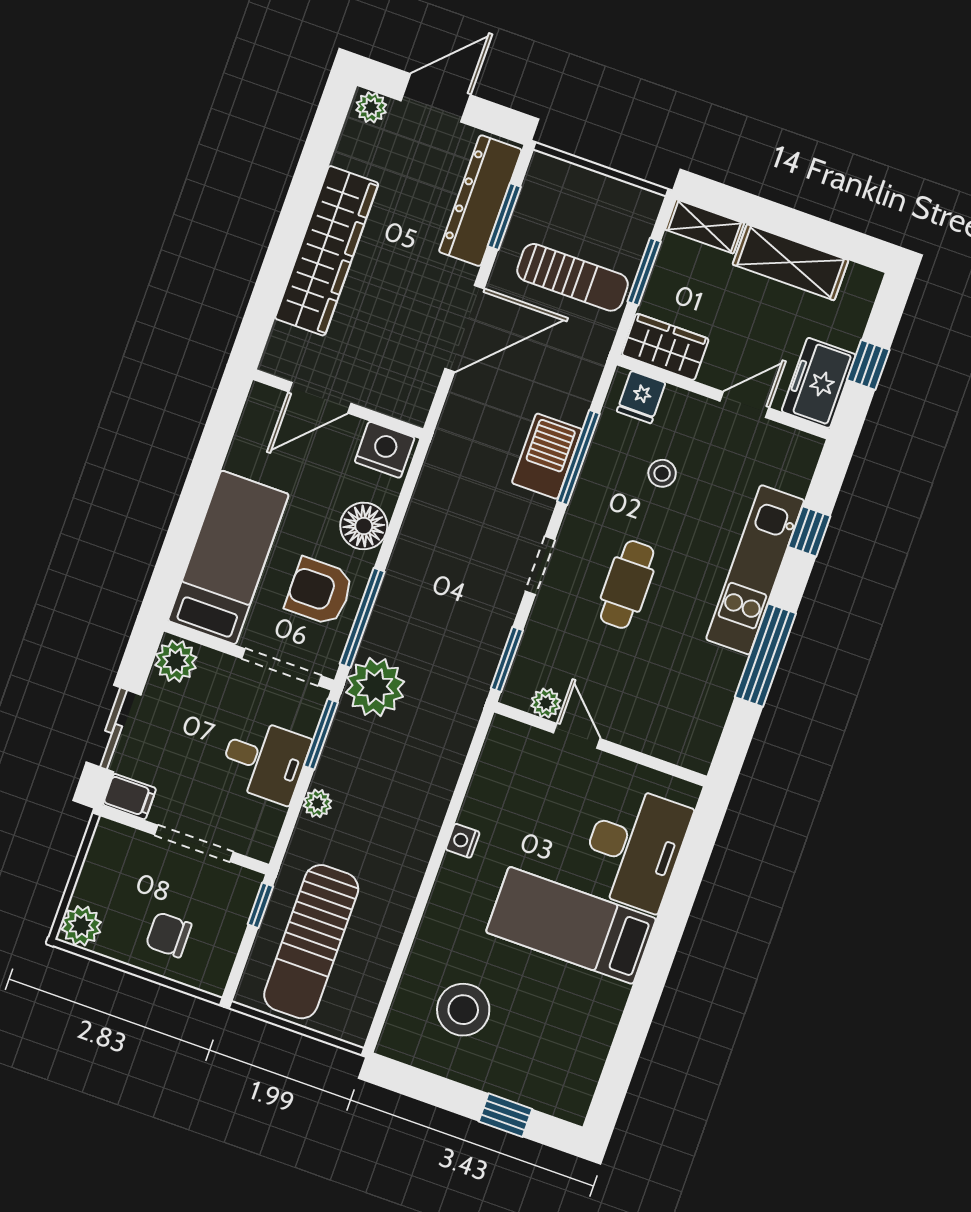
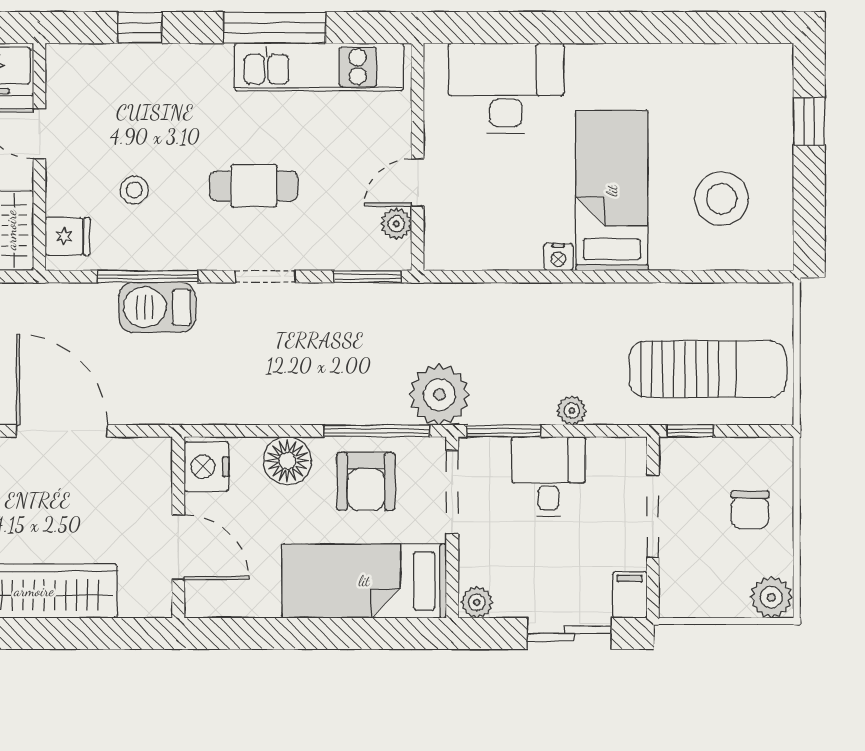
kitchen unit: (755, 570) -> (319, 67), moved
plant: (176, 661) -> (477, 602), width x0.73, depth x0.73
bed: (571, 925) -> (612, 191), moved, turned 180

